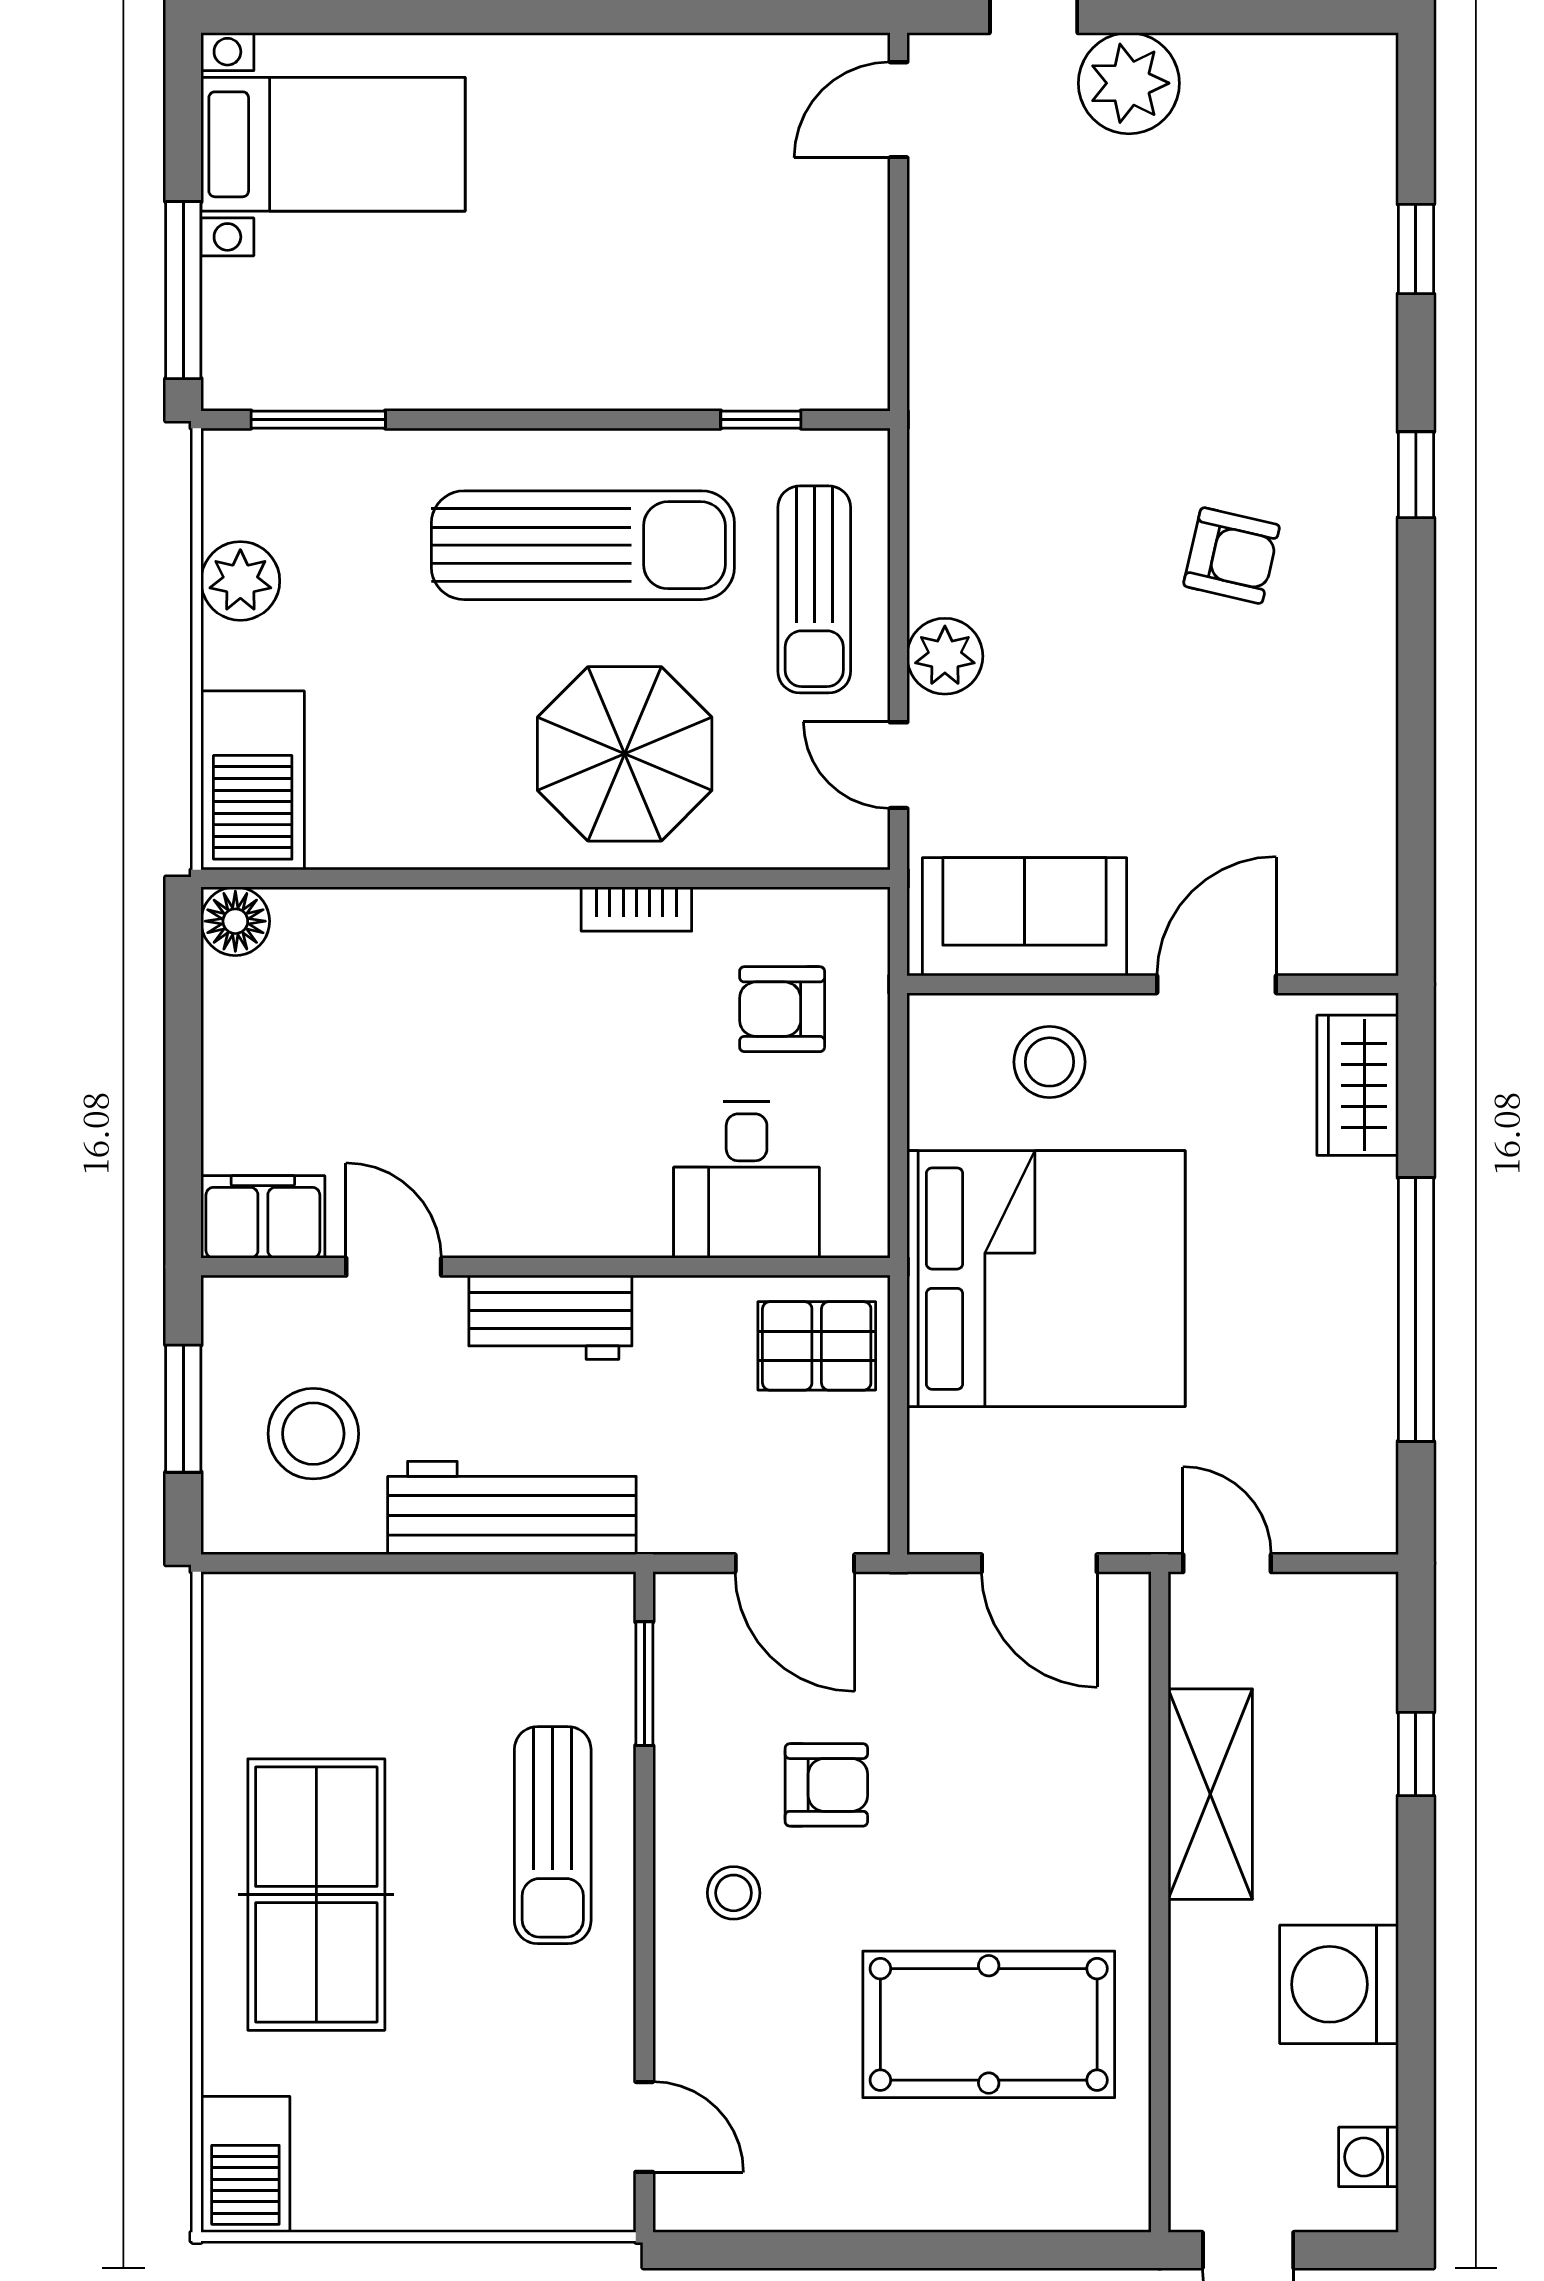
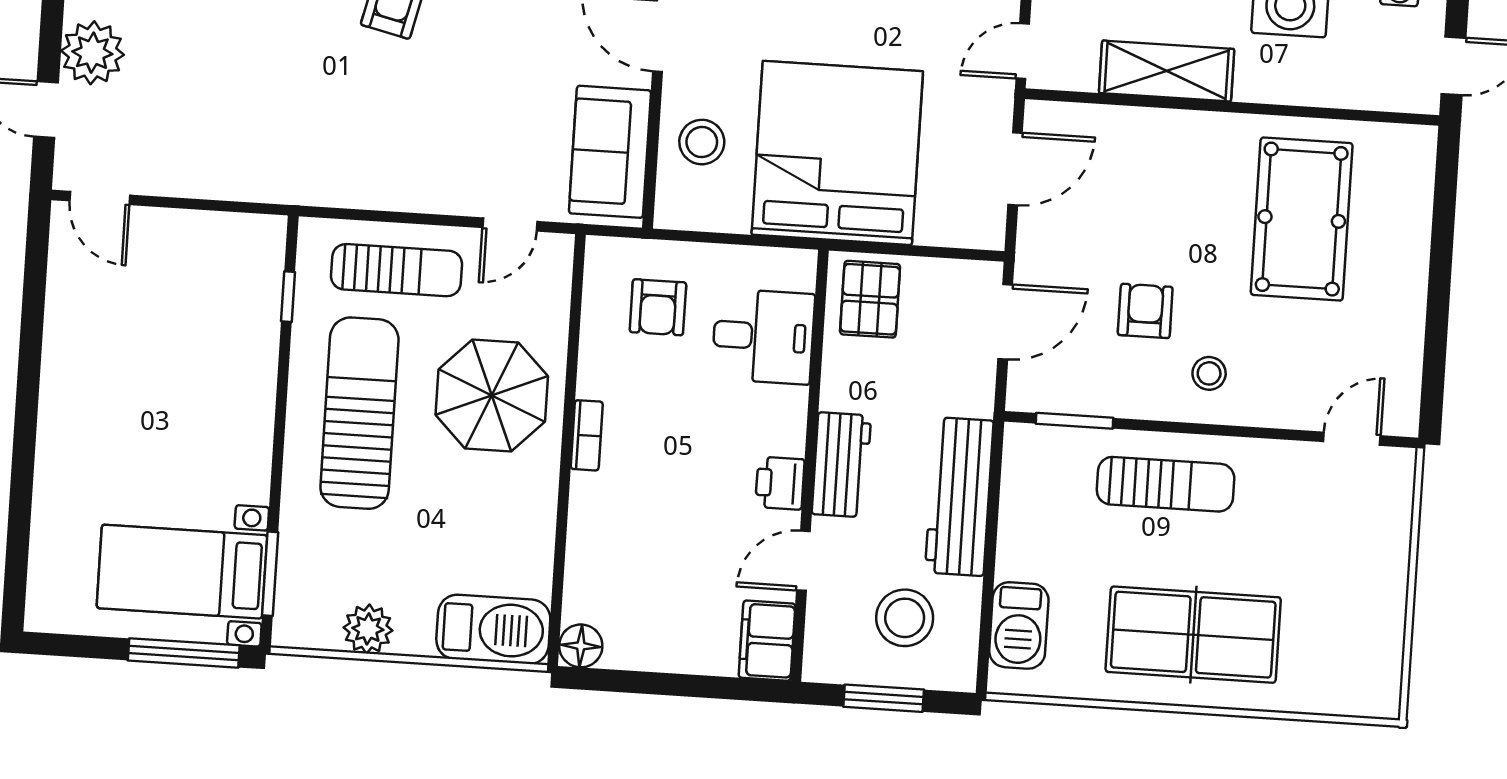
bed with nightstands: (333, 144) -> (182, 572), moved, turned -90
plant: (945, 656) -> (444, 191), removed
bookcase: (636, 909) -> (587, 435), moved
printer: (515, 1221) -> (780, 483), added
barbecue: (245, 2164) -> (1019, 625), moved, turned 90

